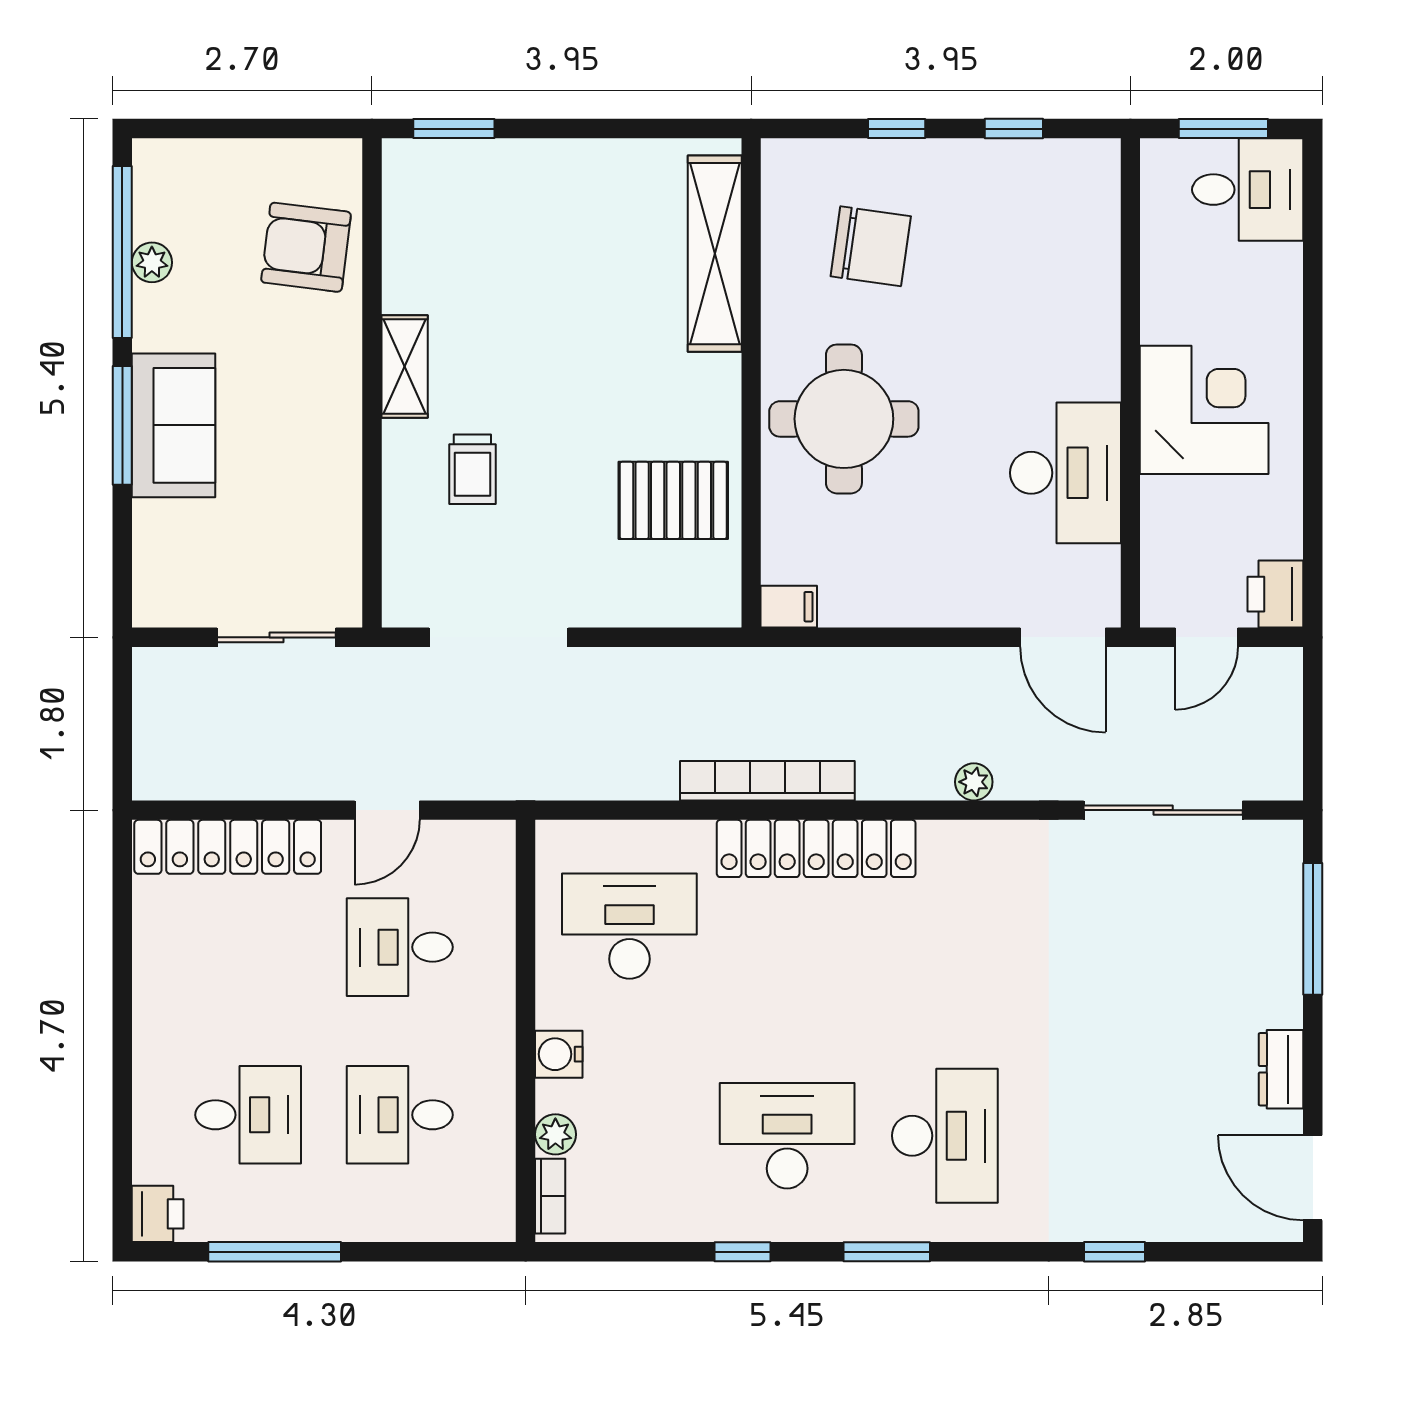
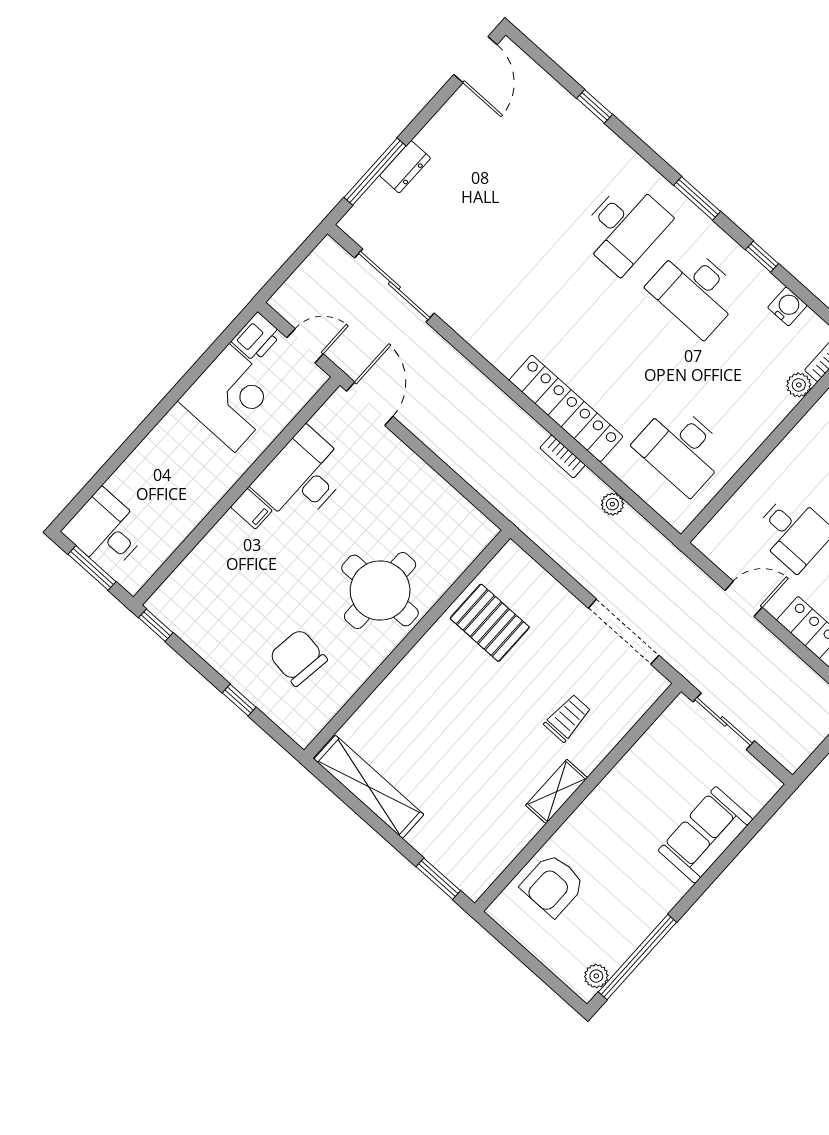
window: (1014, 129) -> (156, 625), moved
armchair: (306, 247) -> (553, 885), turned 83
shelving: (715, 254) -> (369, 787), moved, turned 90
plant: (152, 262) -> (596, 976), moved
corner desk: (1204, 410) -> (232, 398), moved, turned 180
window: (122, 425) -> (707, 879), removed
sofa: (174, 425) -> (705, 835), moved
filing cabinet: (789, 607) -> (251, 509), moved, turned 180
bookcase: (767, 781) -> (563, 456), width x0.43, depth x0.76
plant: (974, 782) -> (612, 504), moved
water cooler: (559, 1054) -> (787, 306), moved, turned -90
dresser: (1281, 1069) -> (405, 167), moved
desk: (945, 1136) -> (624, 227), turned 180

